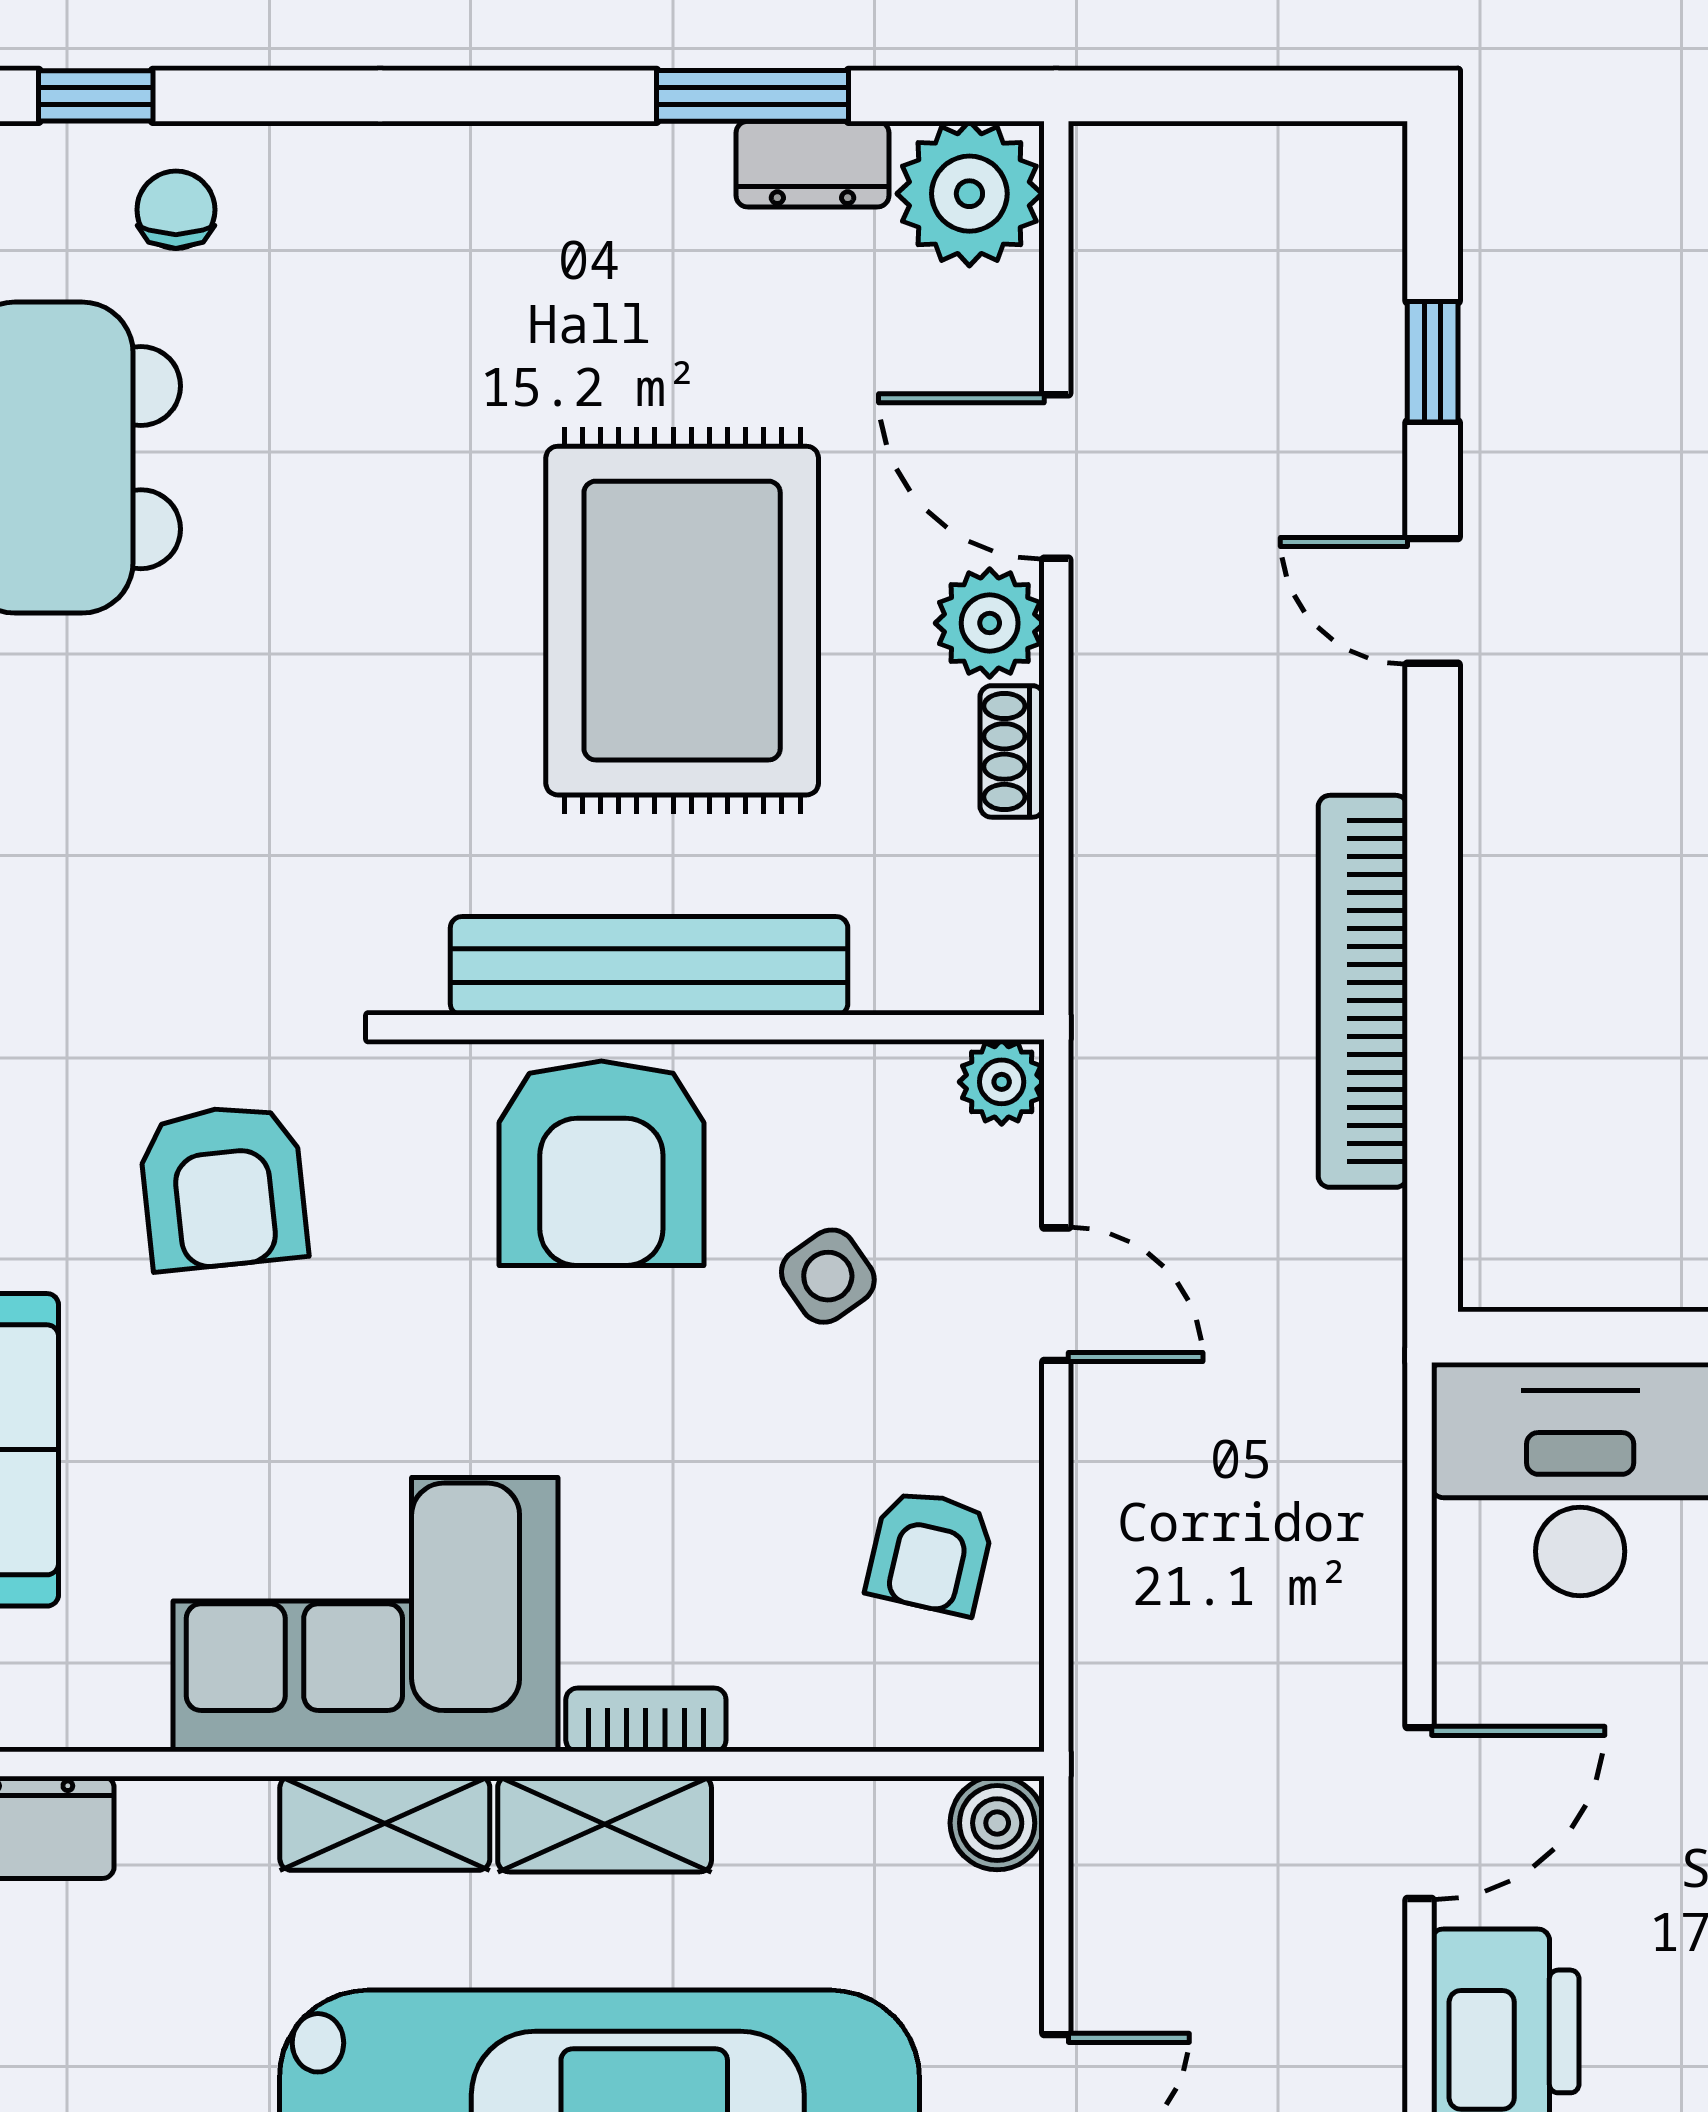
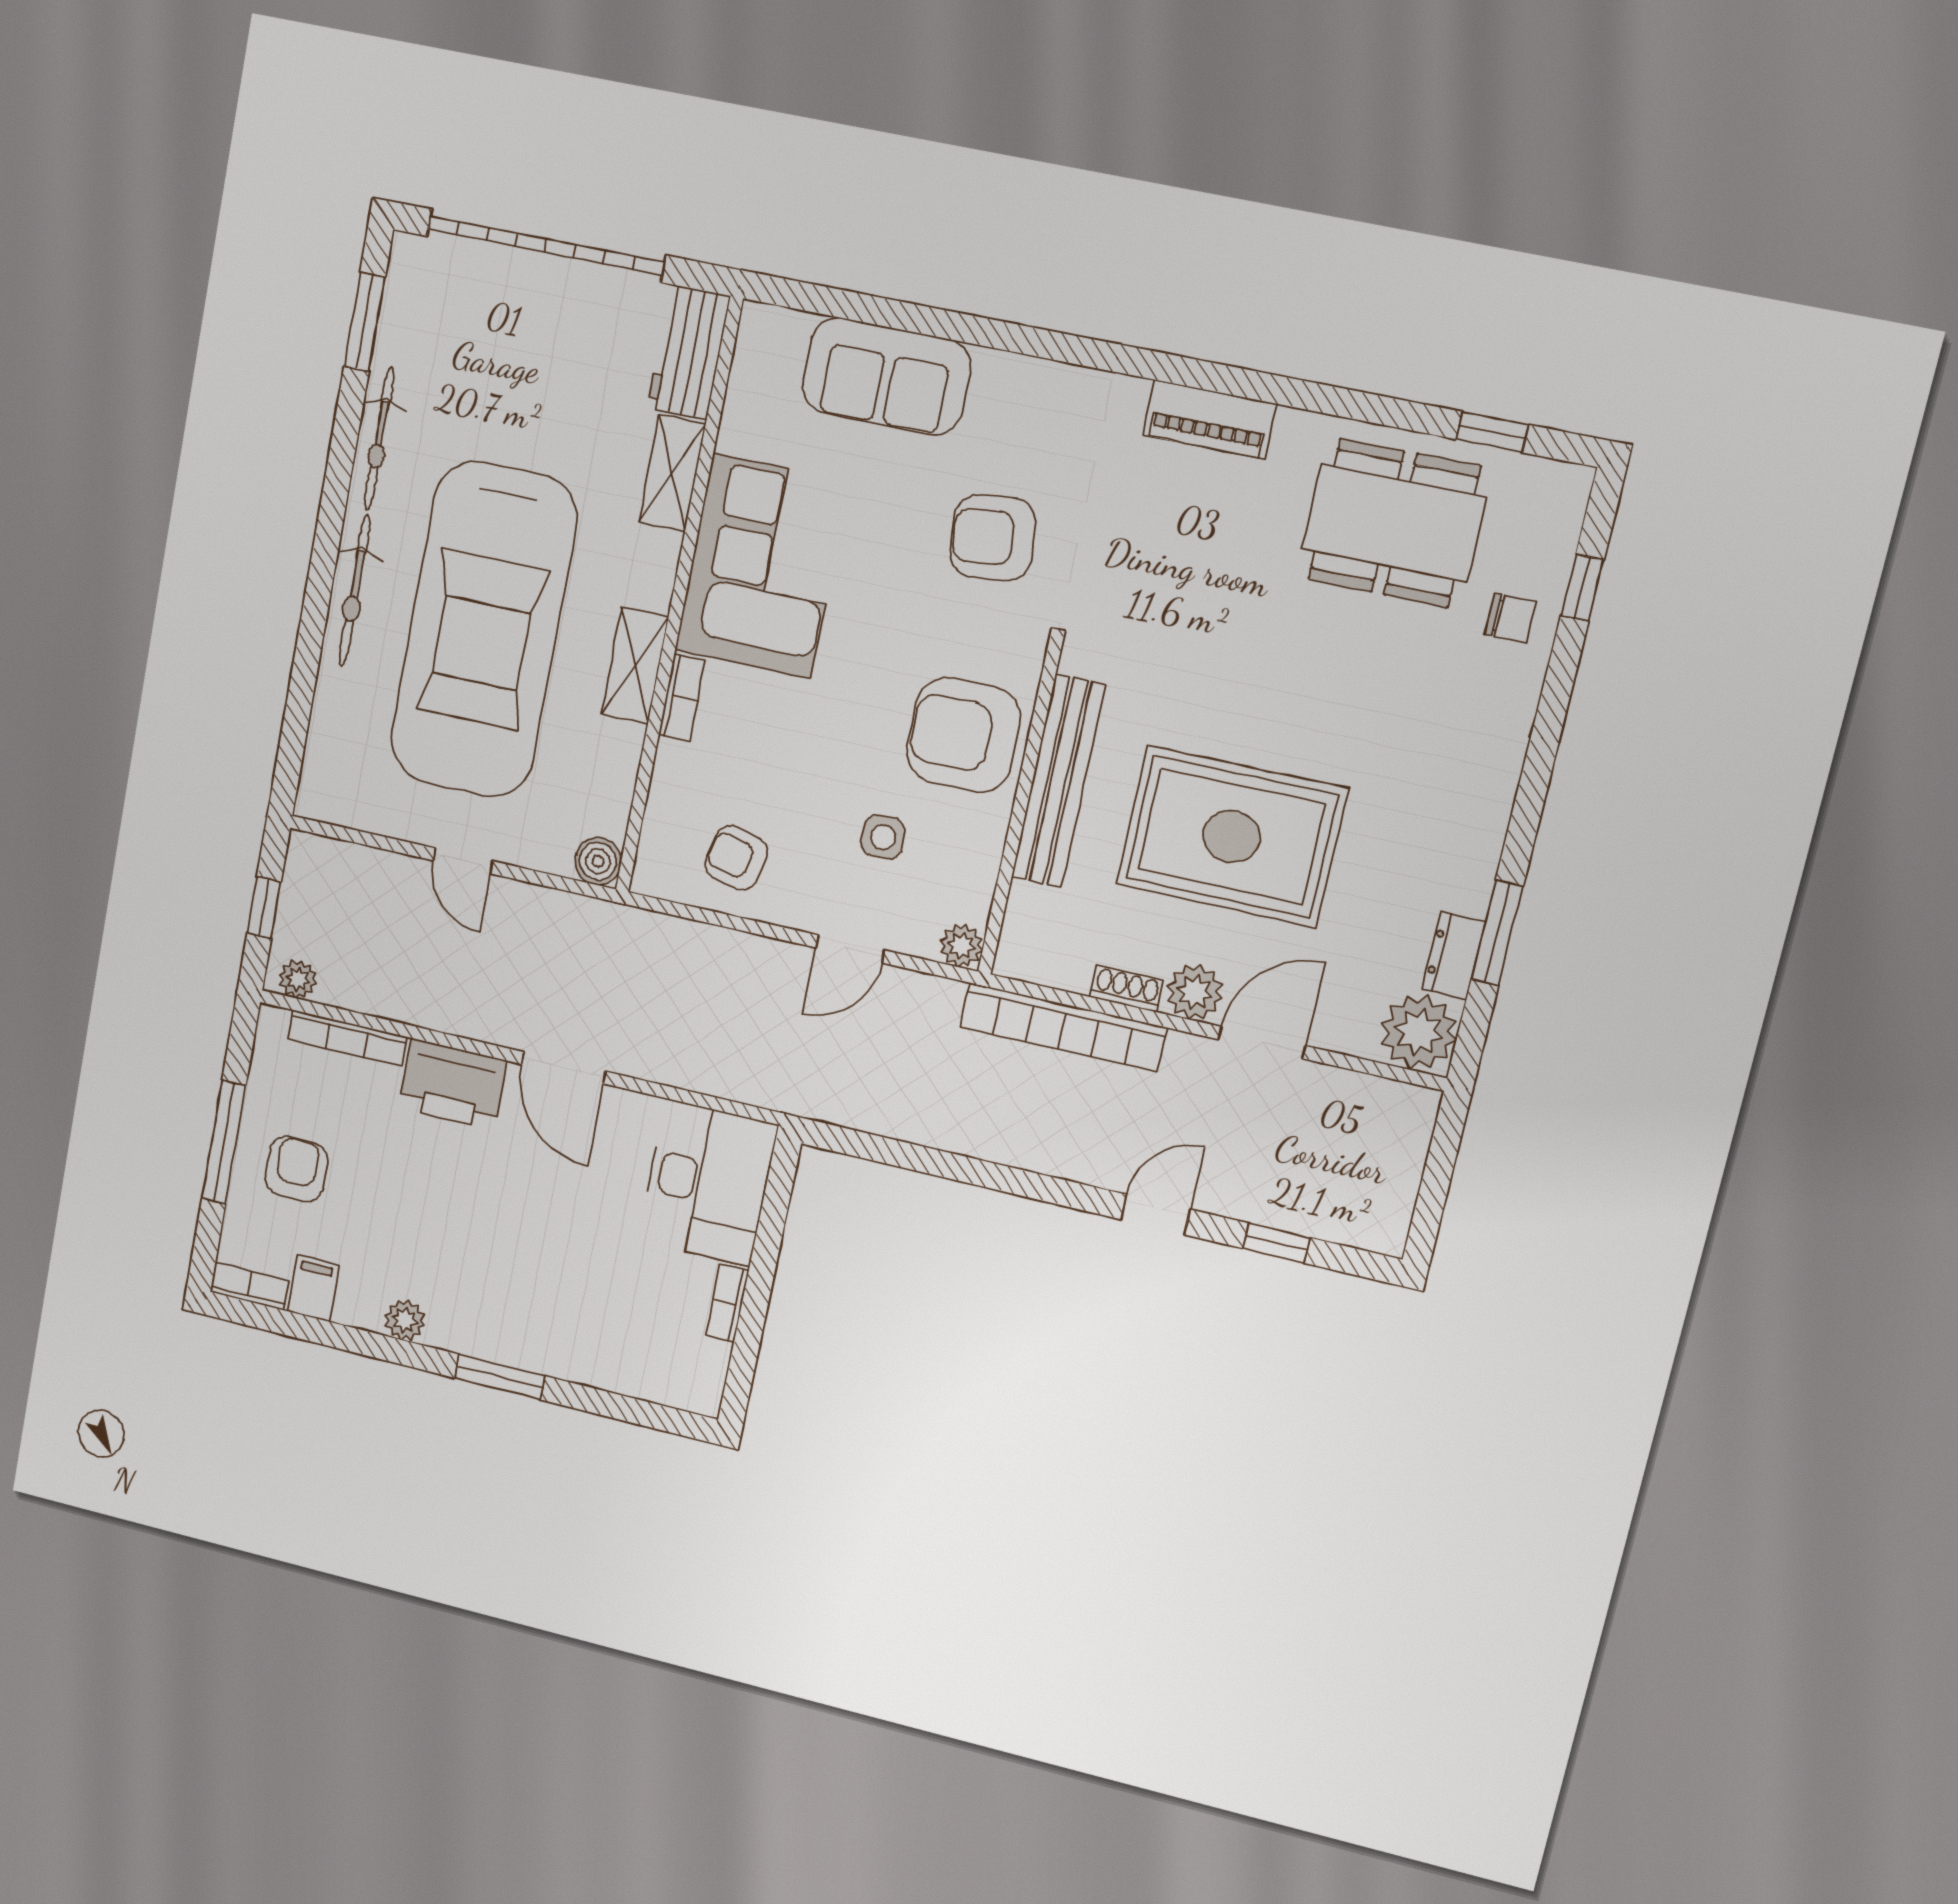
bookcase: (1363, 991) -> (1063, 1027), moved, turned 180
side table: (828, 1276) -> (883, 837), turned 35
shelving: (385, 1823) -> (672, 473), moved

